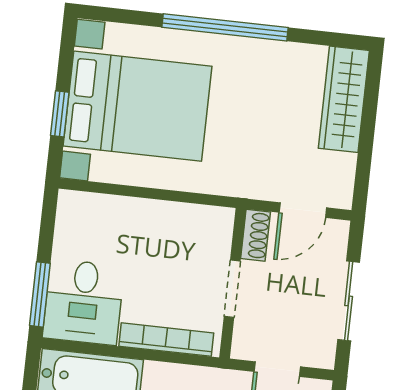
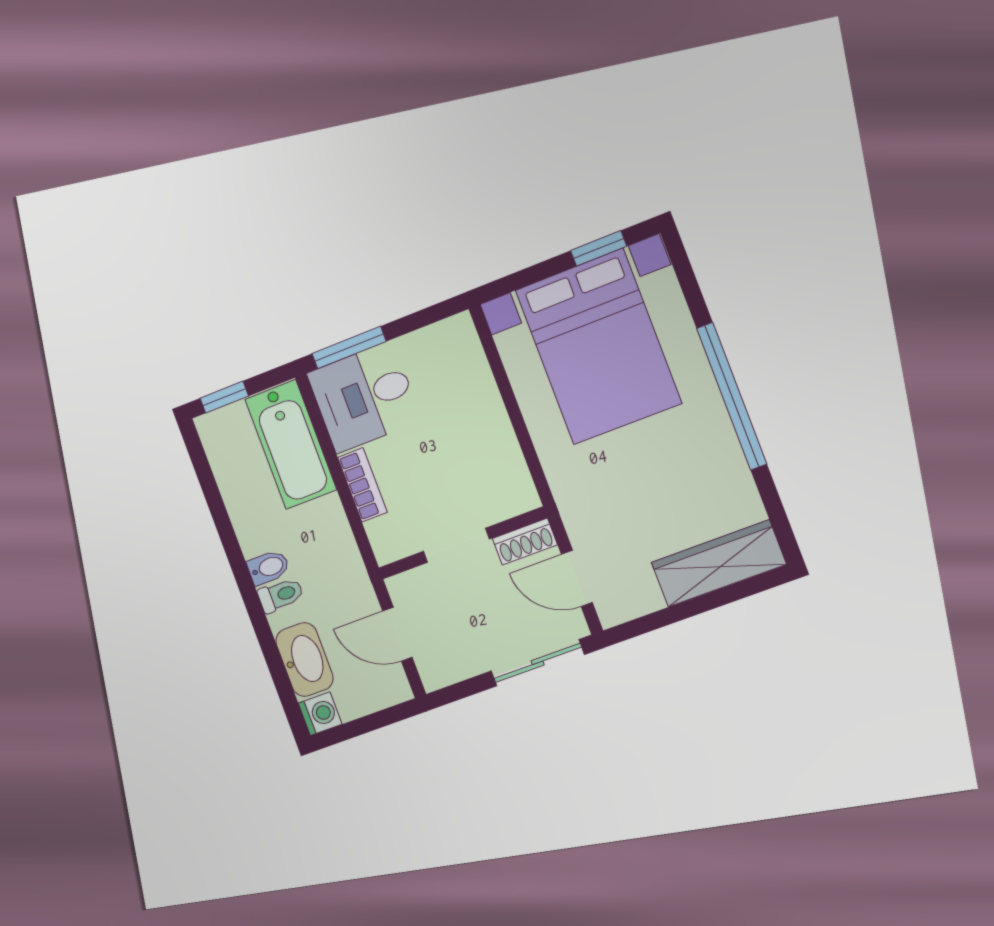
window: (60, 114) -> (599, 248), moved
sliding door: (349, 301) -> (538, 663), moved
bookcase: (166, 340) -> (362, 485), width x0.64

